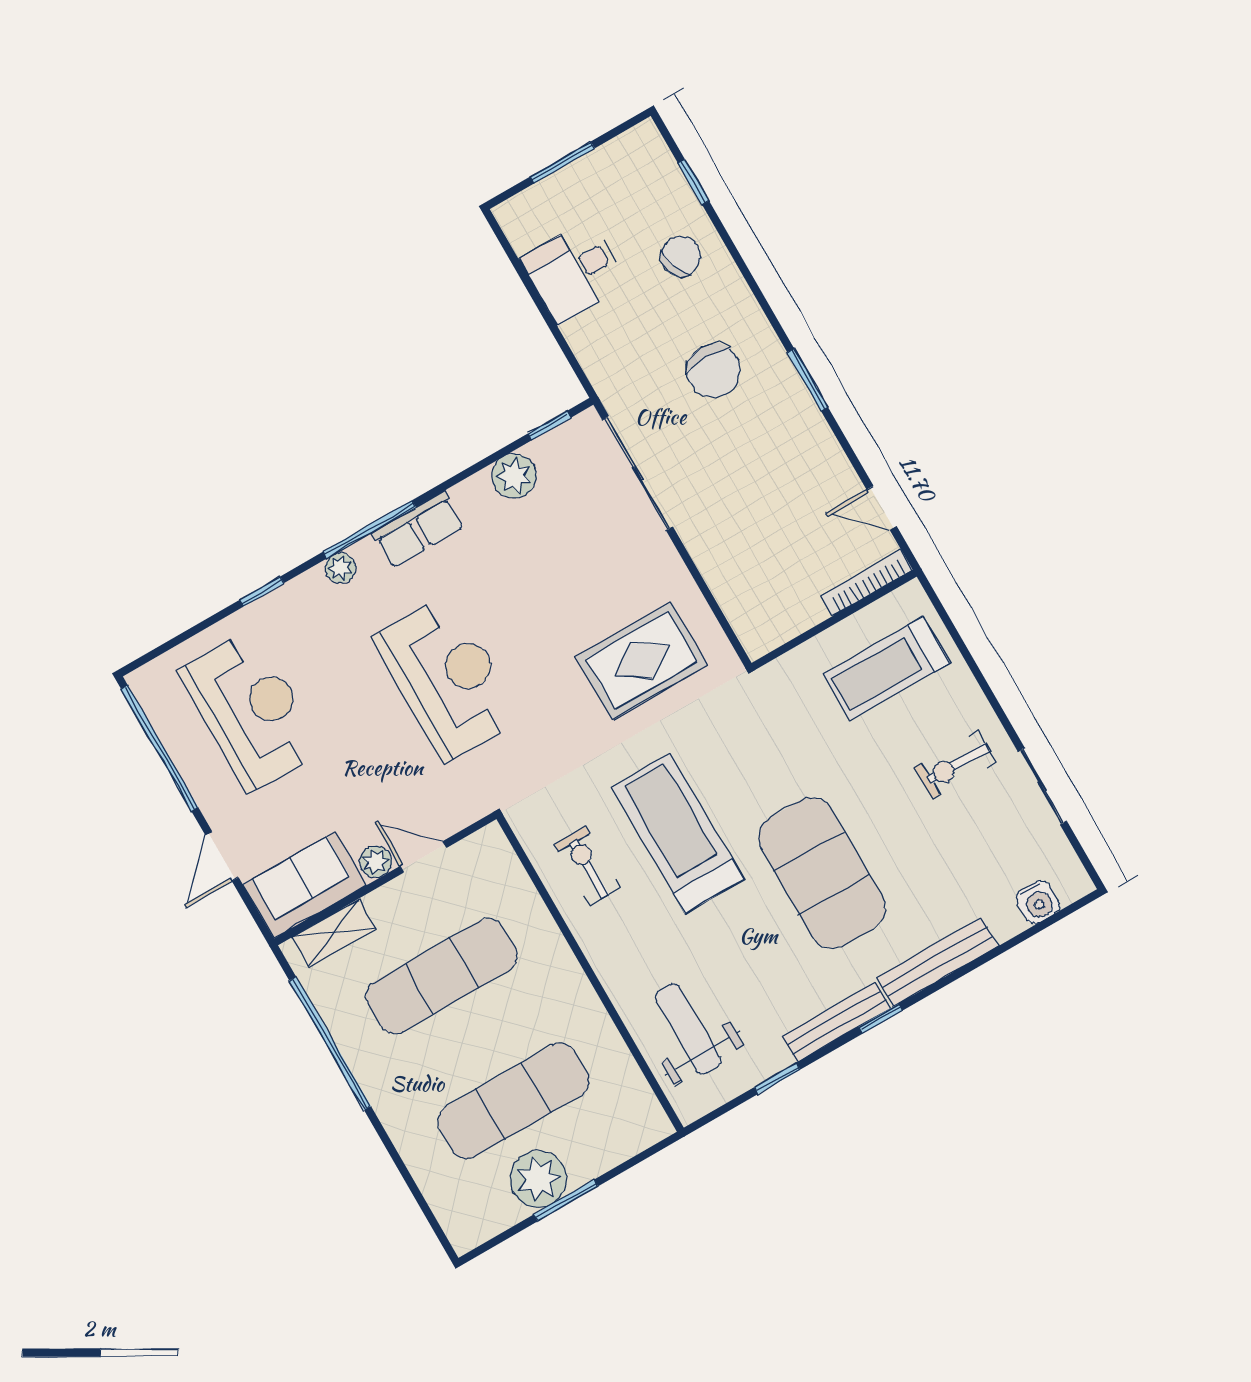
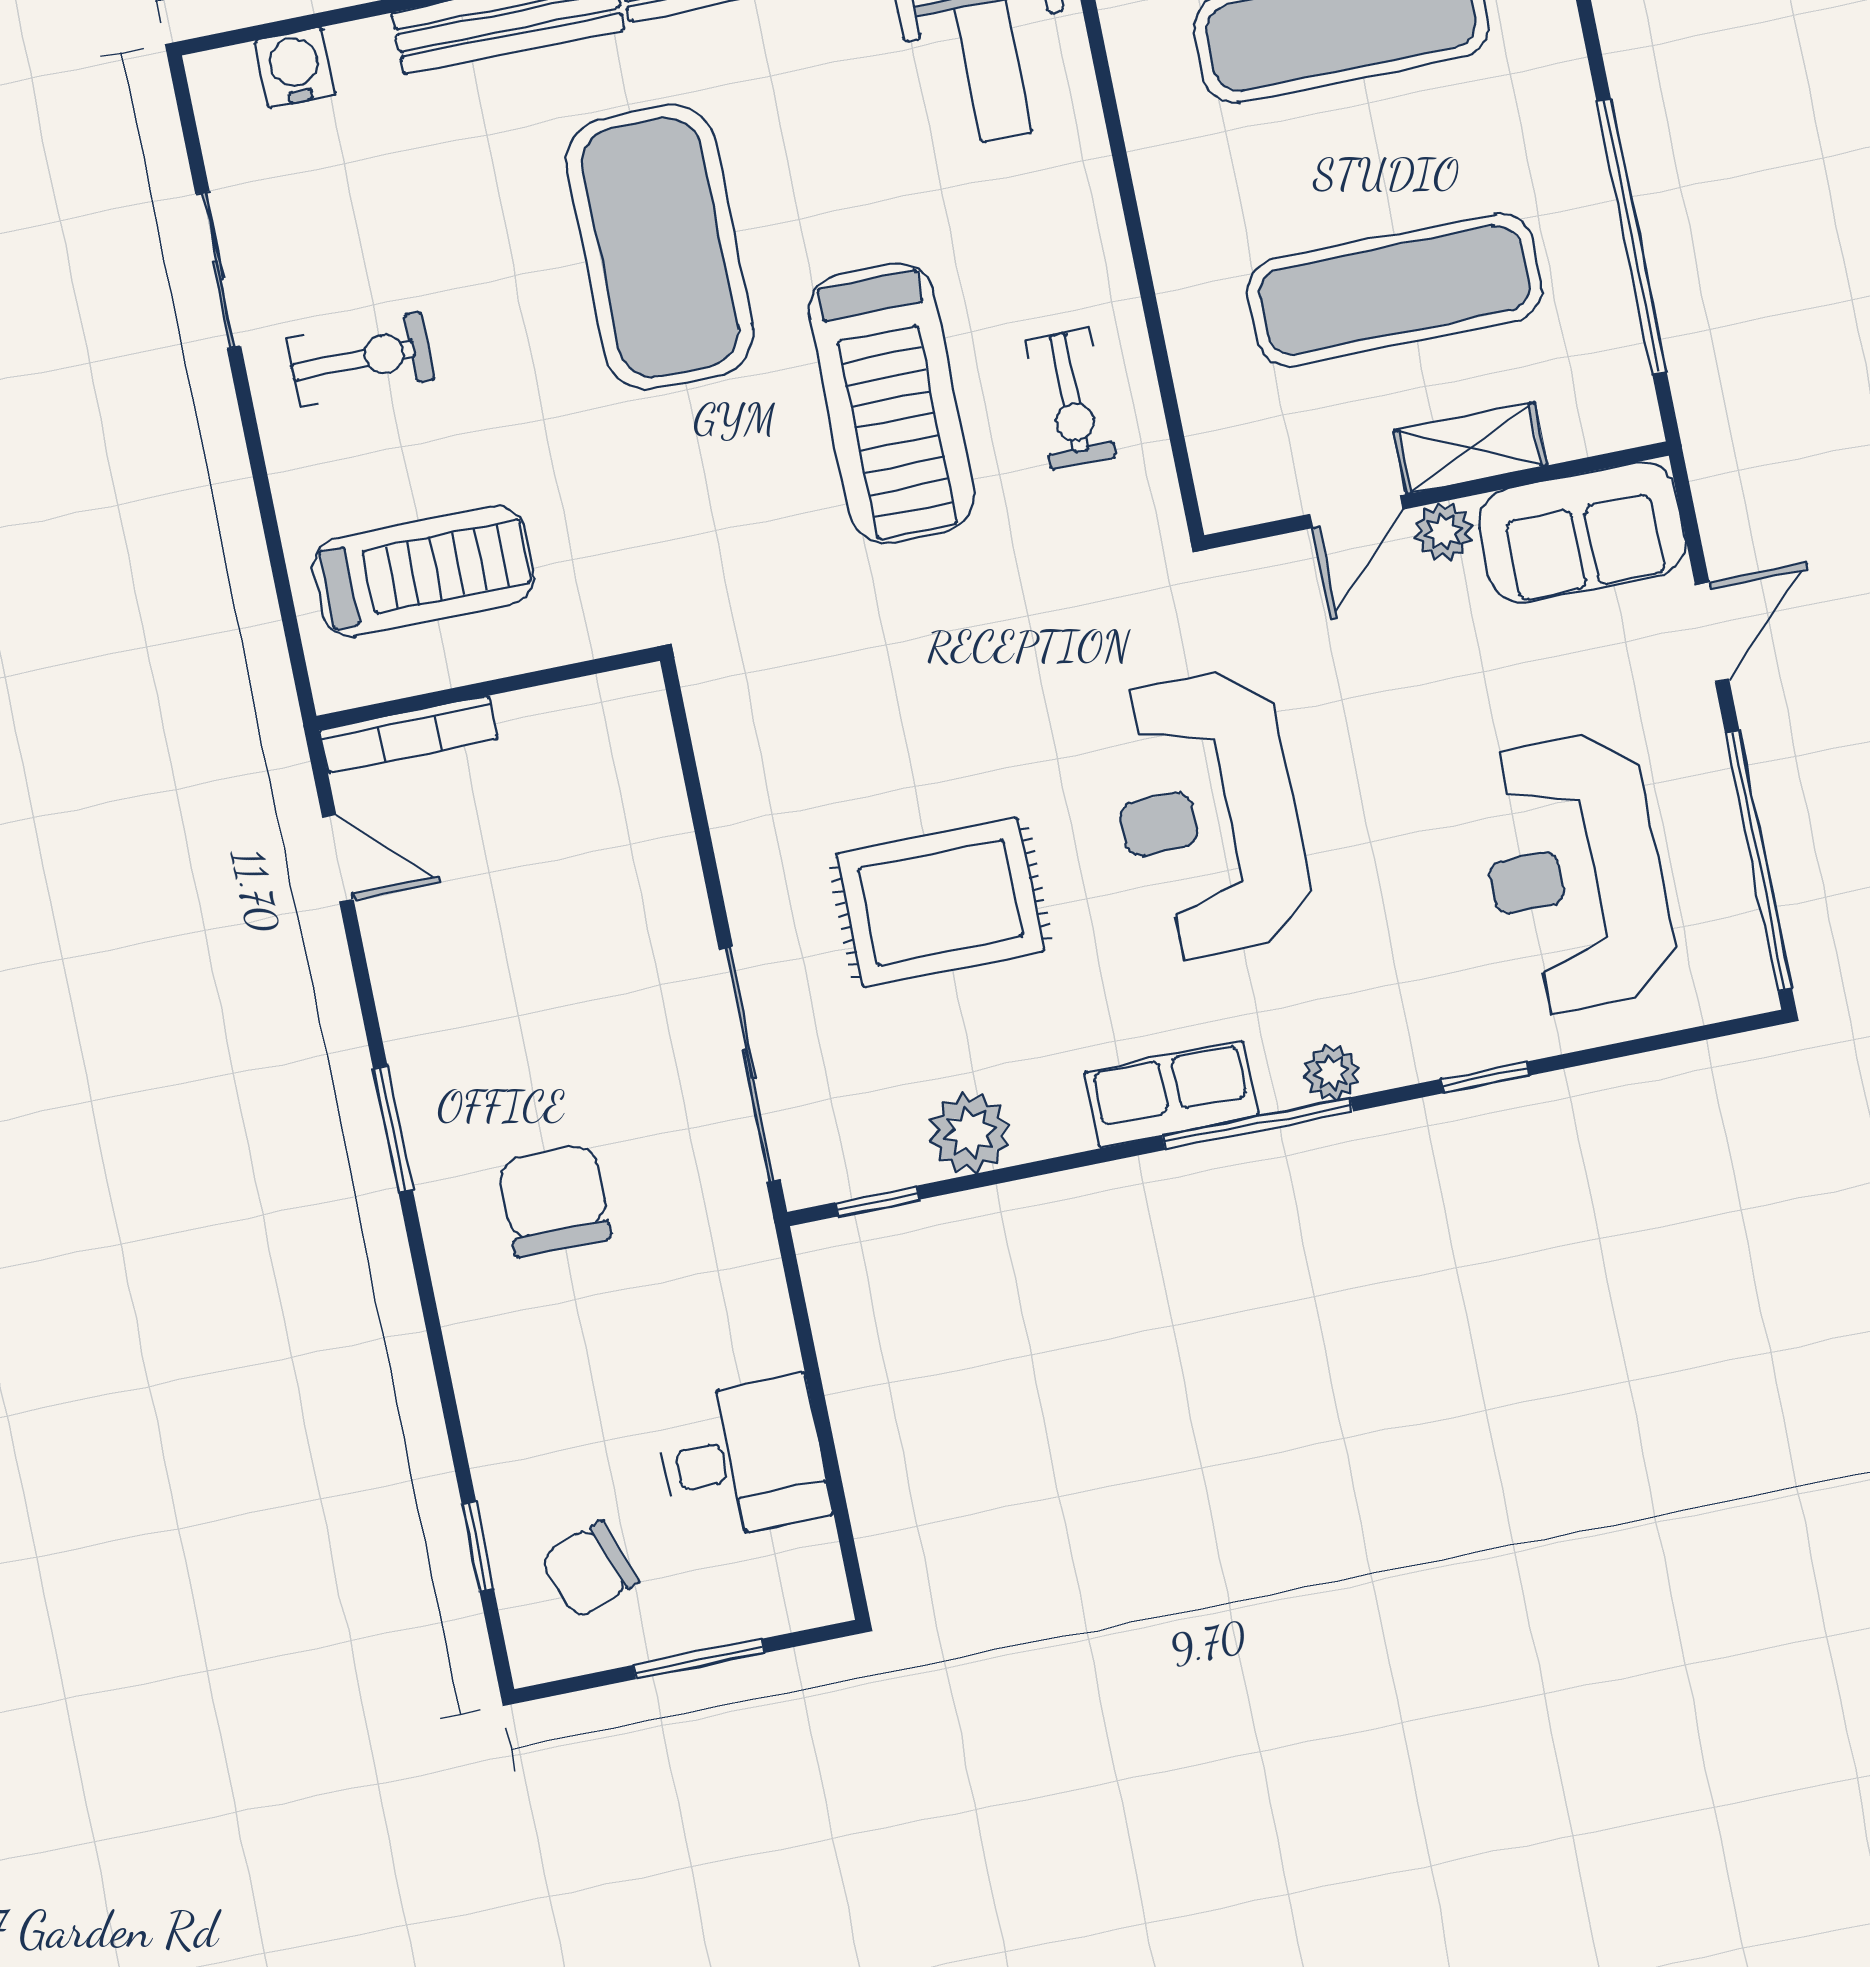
chair: (681, 256) -> (589, 1570), moved
rug: (642, 661) -> (940, 902), moved
door: (423, 857) -> (1356, 512), hinge flipped
shelving: (334, 933) -> (1470, 448), moved

